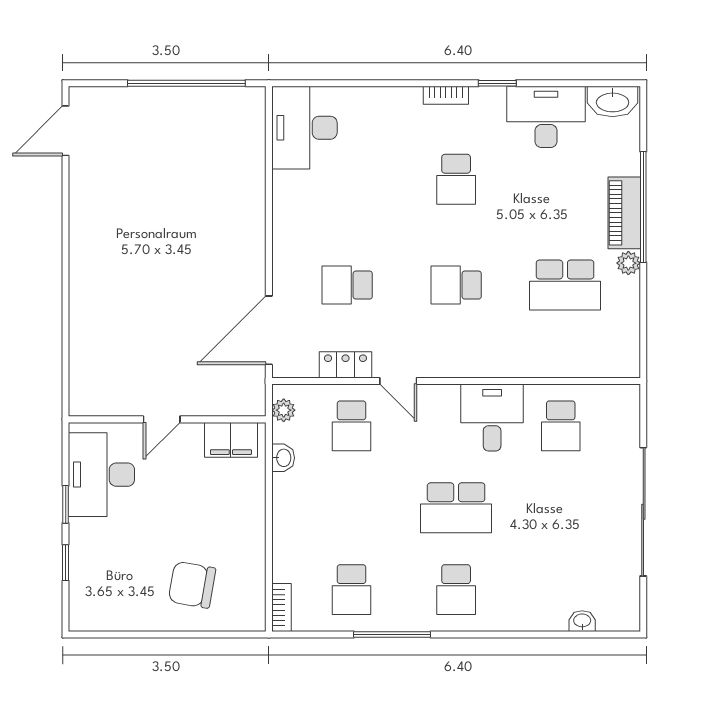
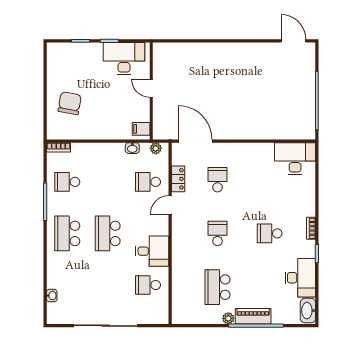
filing cabinet: (231, 440) -> (141, 129), width x0.50
school desk: (456, 590) -> (67, 233), width x1.85

